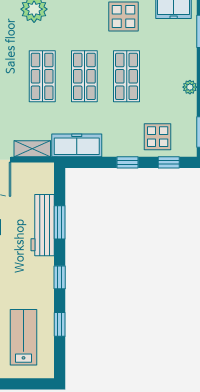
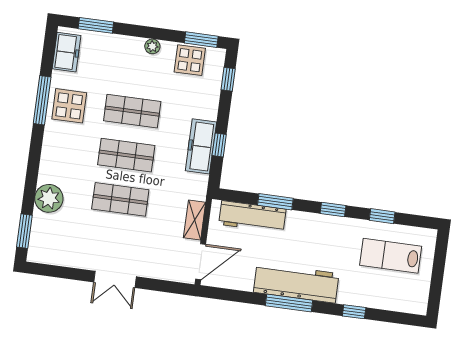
display table: (158, 137) -> (190, 60), moved
freezer: (77, 145) -> (201, 146), moved
window: (128, 162) -> (219, 145), moved
workbench: (43, 225) -> (252, 217), moved

